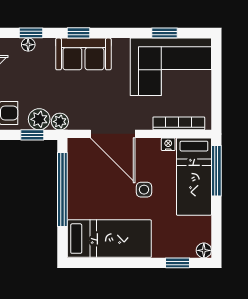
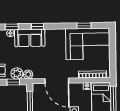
sofa: (83, 54) -> (30, 38), moved

